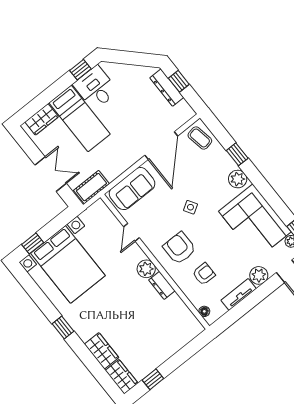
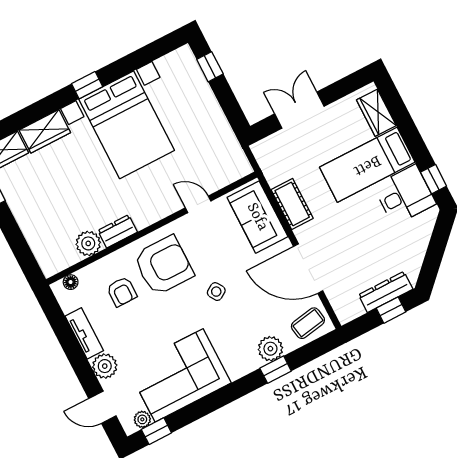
double door: (51, 174) -> (299, 110), swing flipped
plant: (238, 179) -> (270, 349), moved
cot: (91, 187) -> (292, 204), moved
armchair: (179, 248) -> (164, 265), width x1.36, depth x1.36
bed with nightstands: (68, 264) -> (127, 125), moved, turned -90
plant: (146, 269) -> (88, 243), moved

